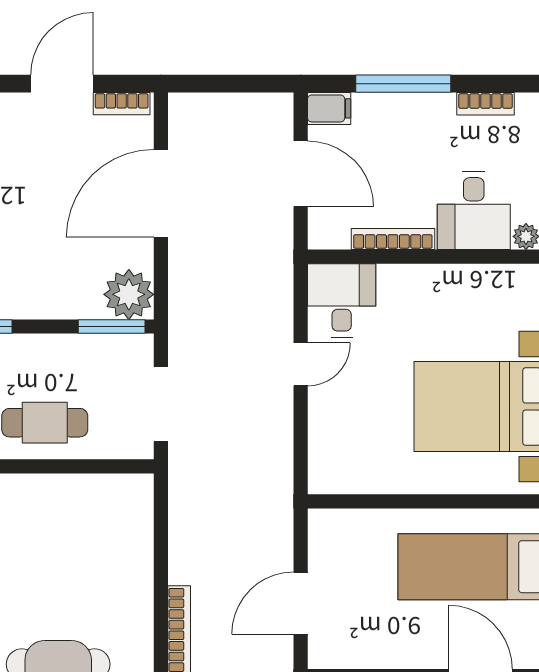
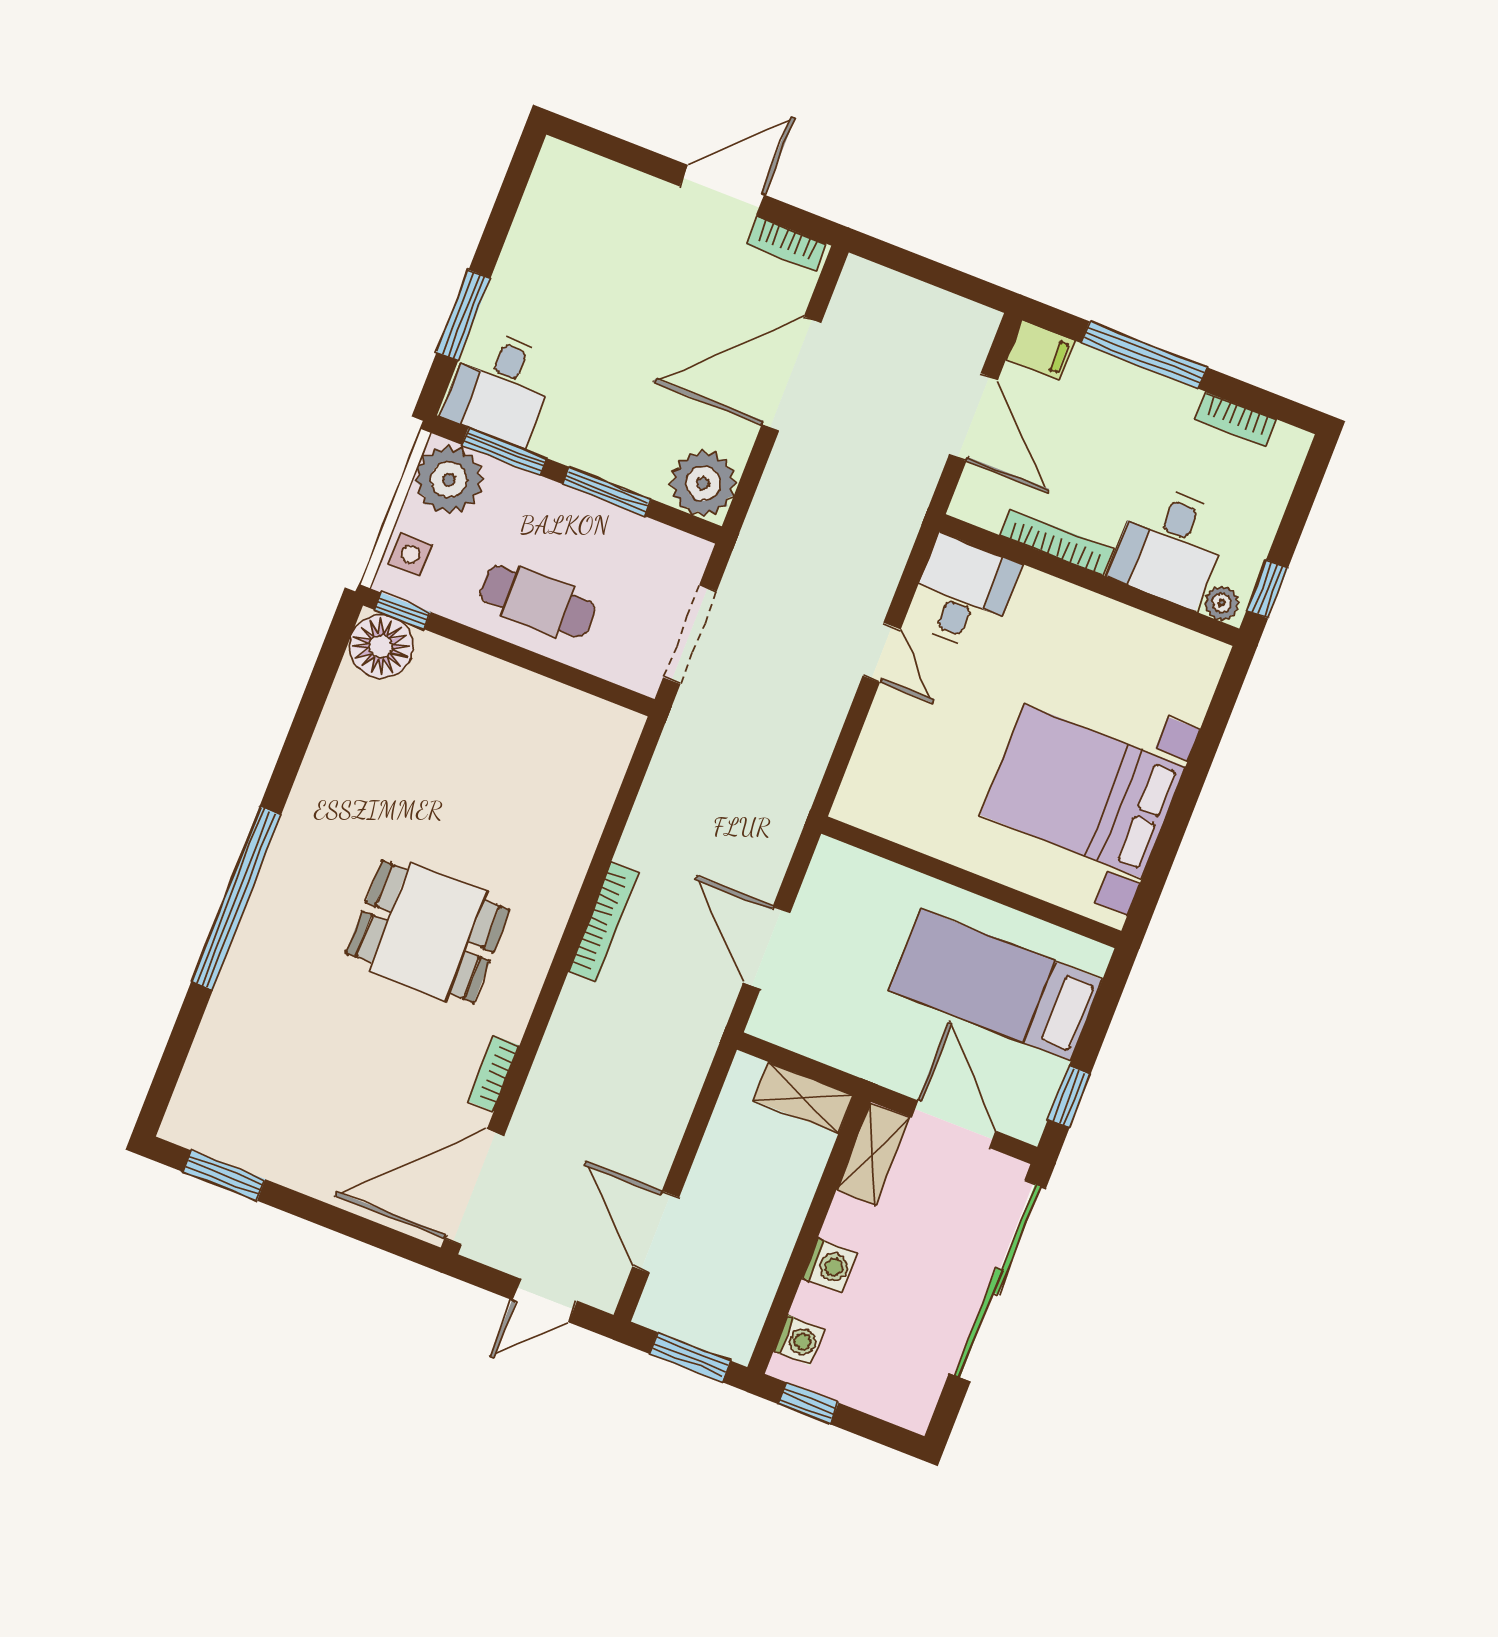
window: (112, 326) -> (607, 492), moved
door: (301, 364) -> (882, 653), hinge flipped
door: (301, 603) -> (767, 948), hinge flipped

